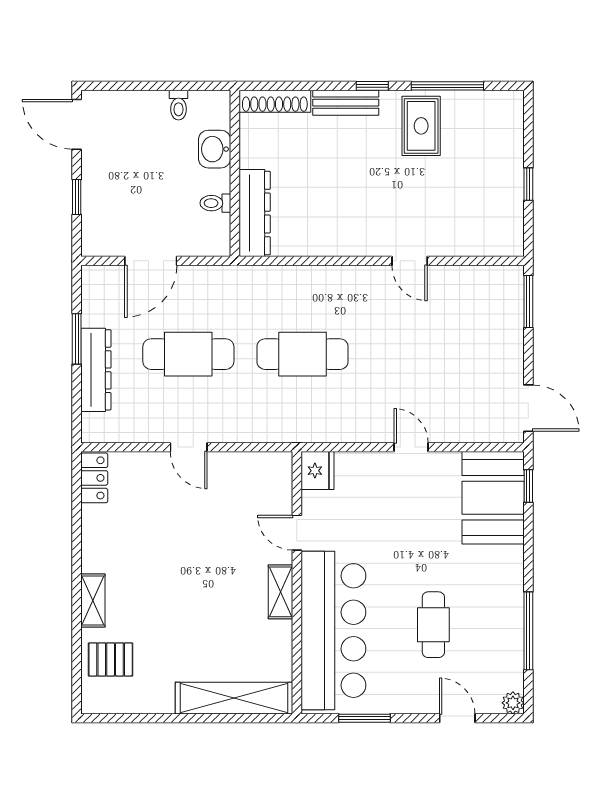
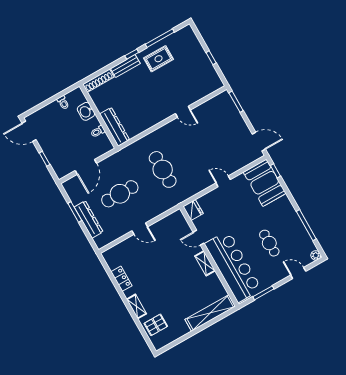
rug: (421, 126) -> (158, 59), turned 90
cafe table: (303, 354) -> (163, 169), turned 90
locker: (94, 478) -> (121, 279), moved

